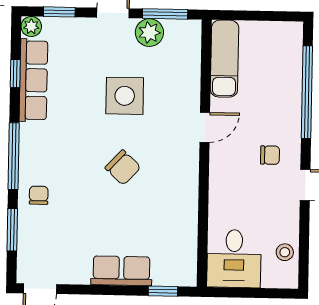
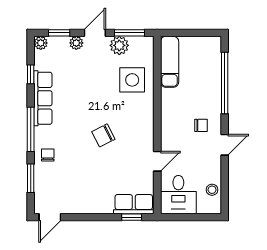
plant: (85, 27) -> (76, 43), added
row of seats: (33, 80) -> (43, 98), moved
side table: (125, 96) -> (132, 80), moved
door: (205, 127) -> (157, 161), moved
chair: (123, 168) -> (103, 135), turned 110
row of seats: (121, 271) -> (134, 204), moved

